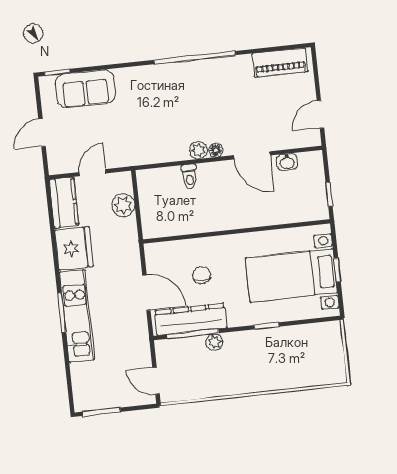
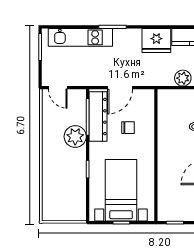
kitchen unit: (77, 316) -> (80, 37), moved
plant: (214, 342) -> (75, 137), width x1.88, depth x1.88
door: (156, 381) -> (58, 88), swing flipped

